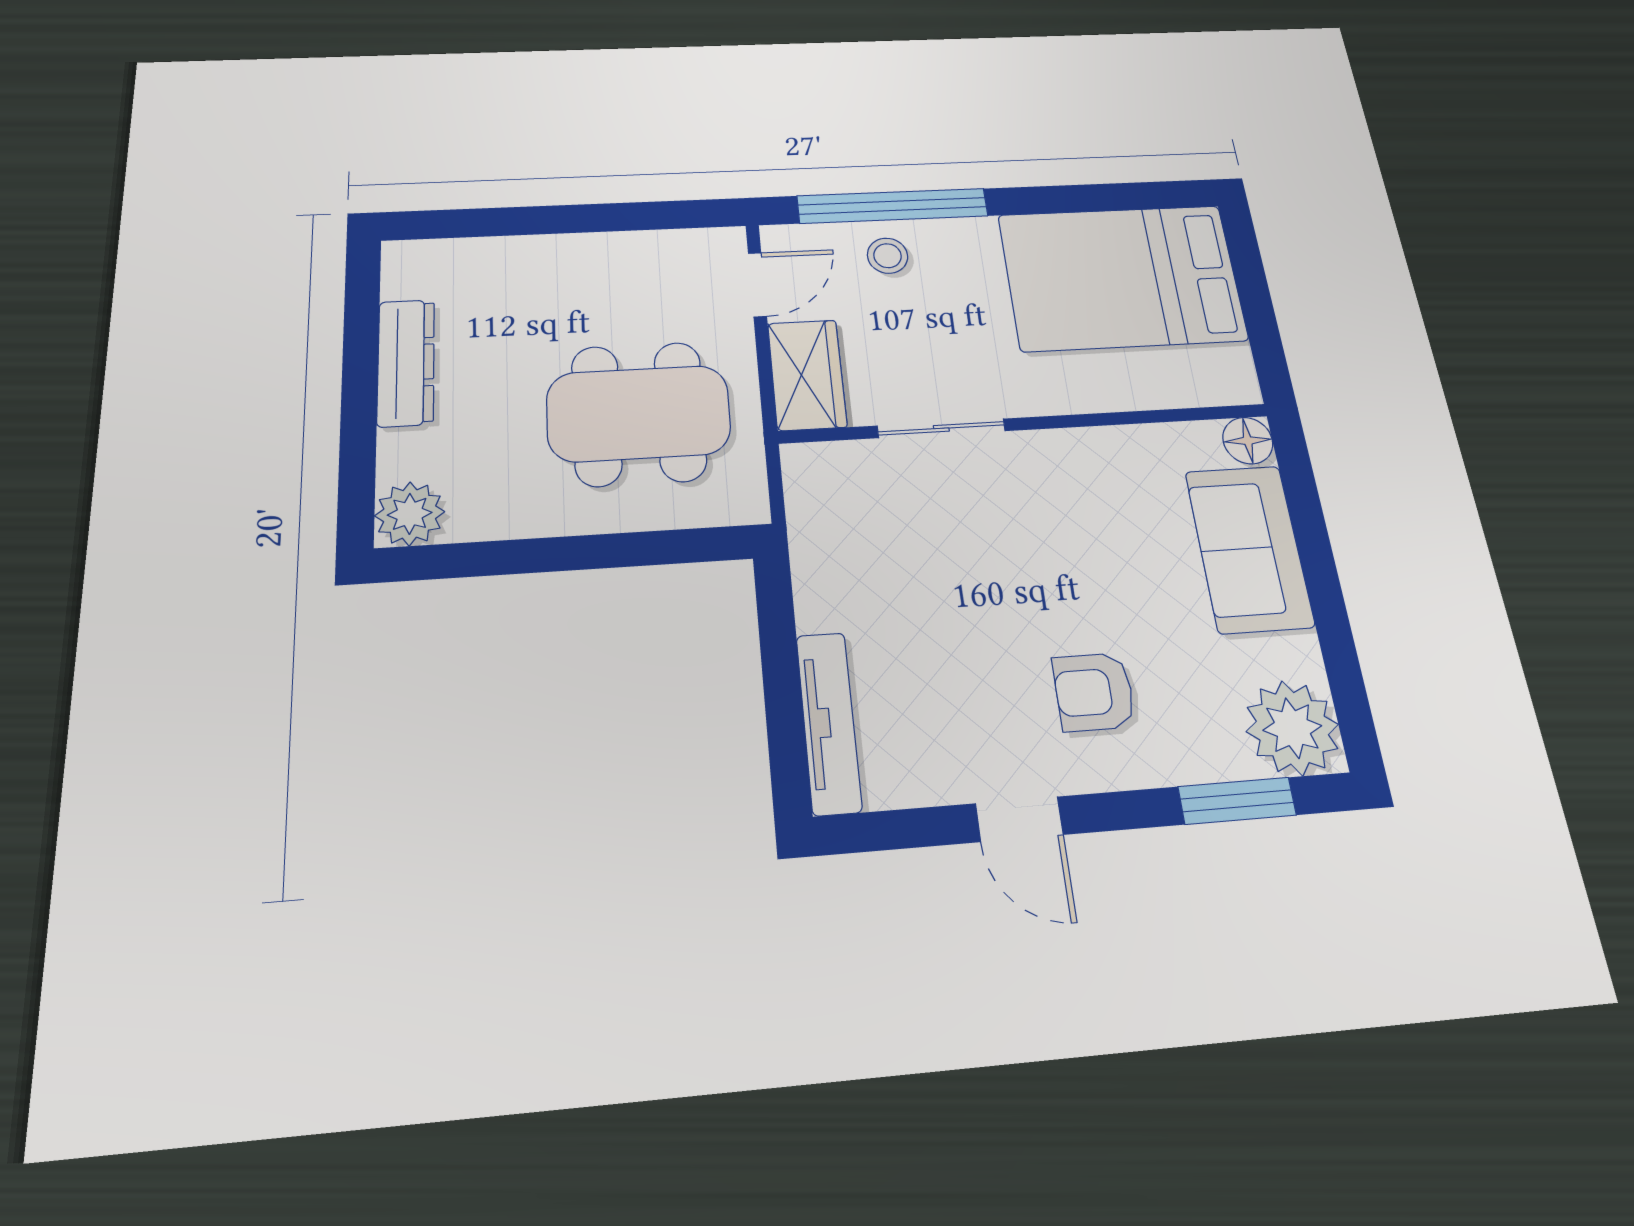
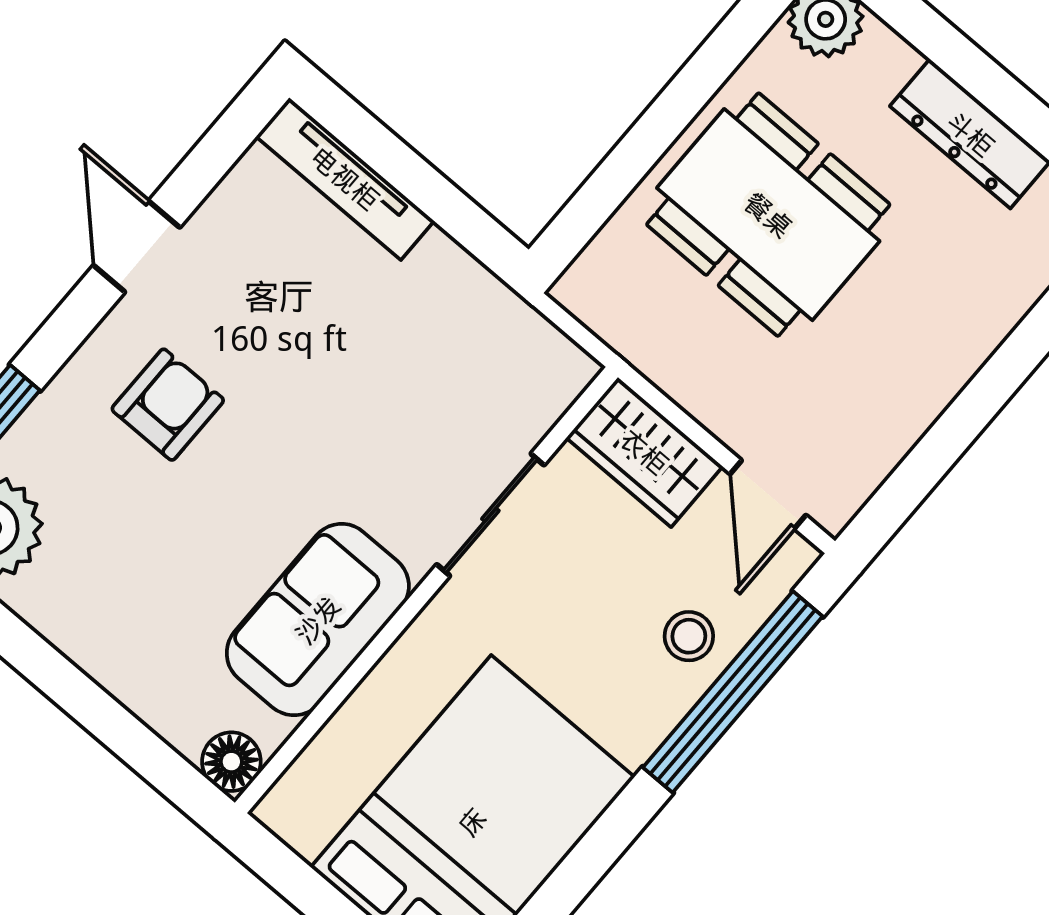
dining table: (639, 413) -> (768, 215), moved, turned 90
sofa: (1249, 548) -> (318, 620), moved, turned -90
door: (1019, 819) -> (137, 246), hinge flipped

